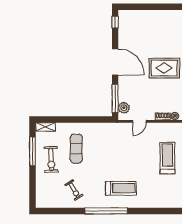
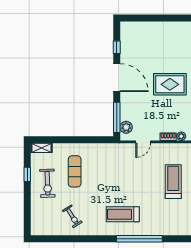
window: (115, 22) -> (117, 47), moved
window: (32, 151) -> (27, 174), width x0.46
treadmill: (121, 188) -> (123, 214), turned 180
window: (106, 211) -> (139, 239), moved

